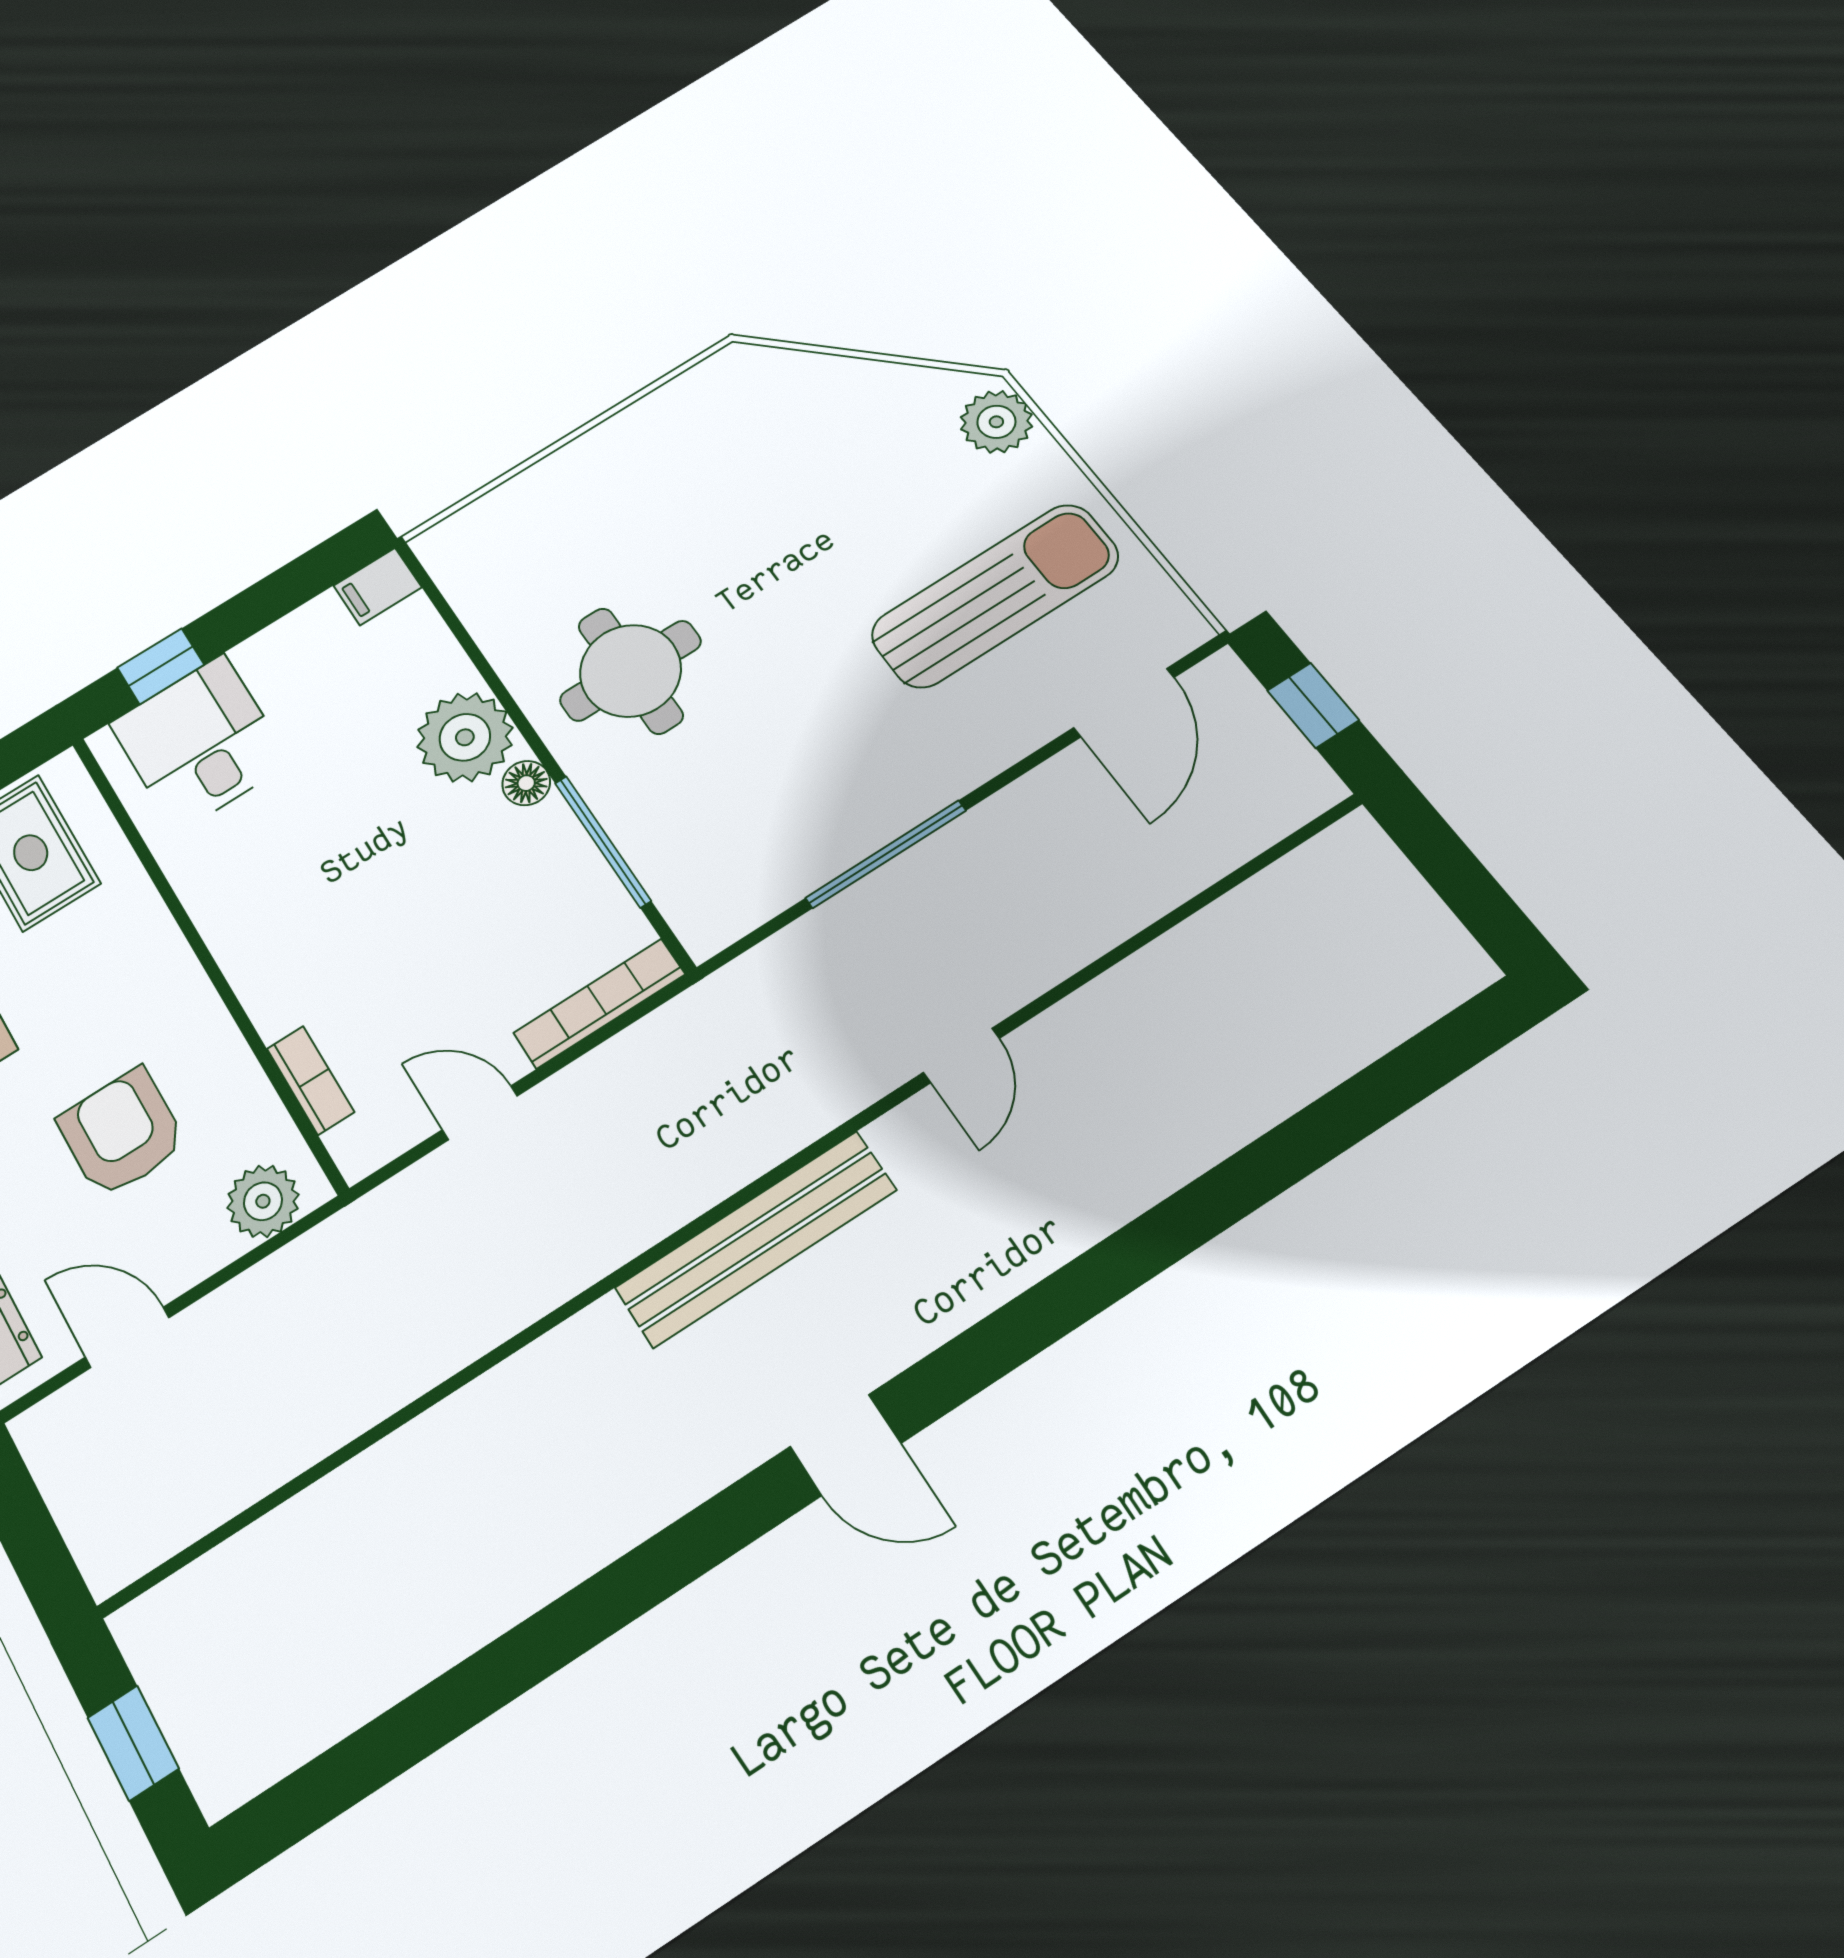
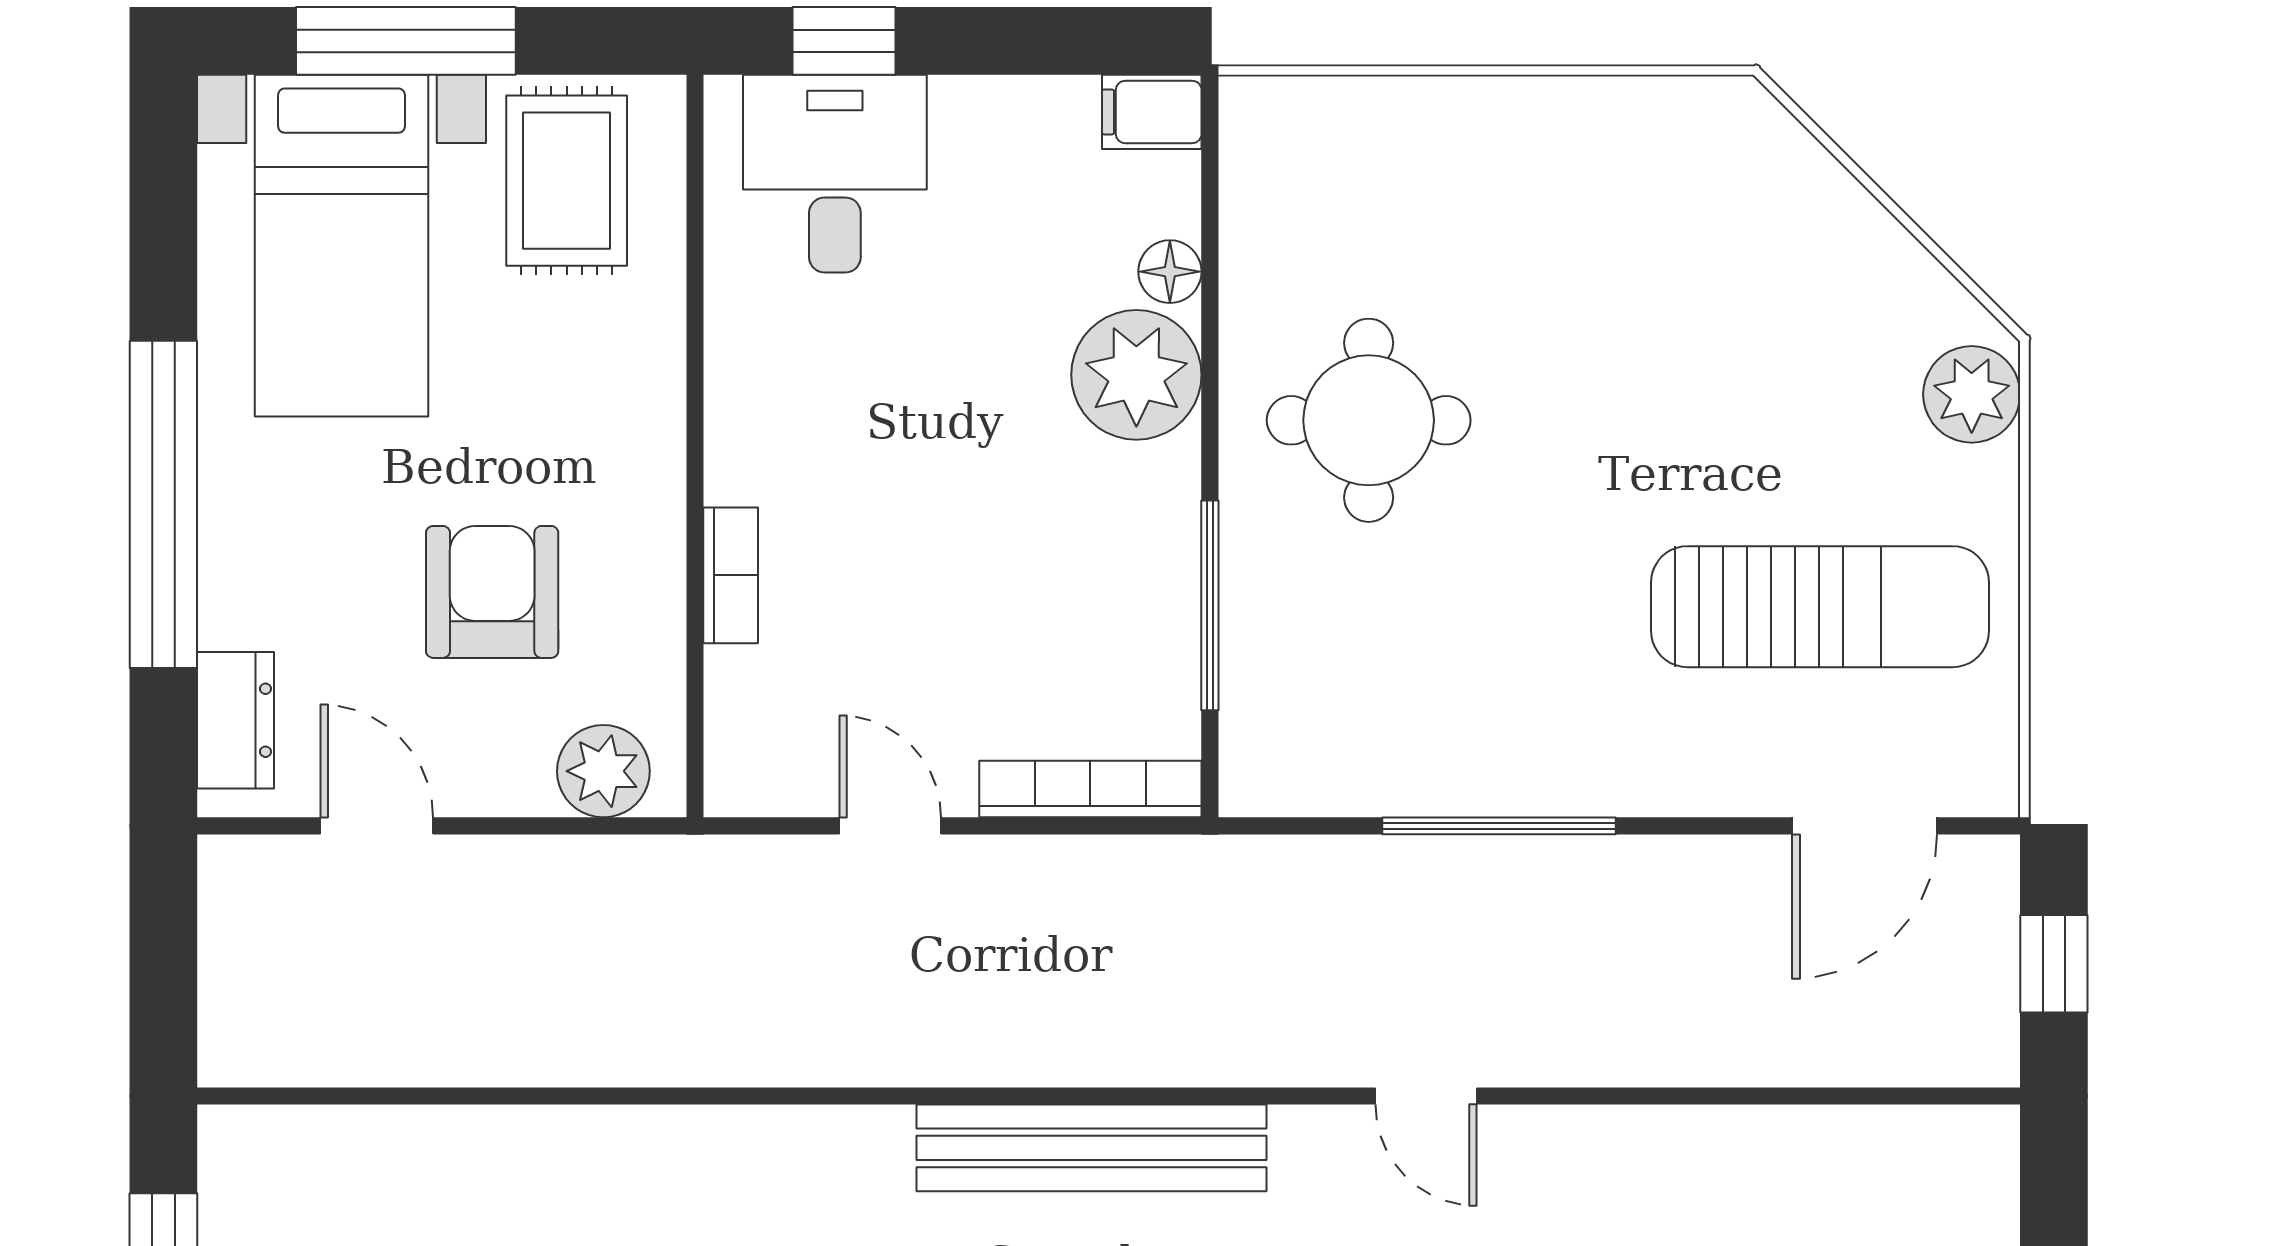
floor lamp: (526, 783) -> (1170, 272), moved
door: (961, 1055) -> (1426, 1096), hinge flipped
bookcase: (310, 1080) -> (731, 575), moved

